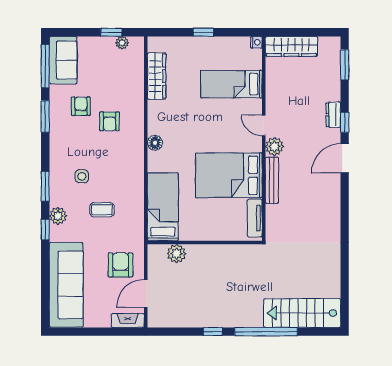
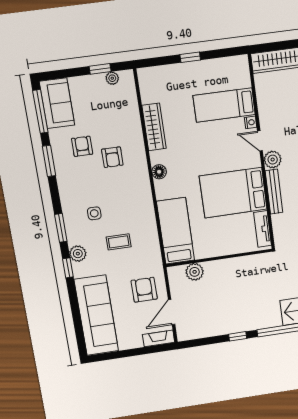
nightstand: (256, 42) -> (251, 122), moved
wardrobe: (157, 76) -> (154, 127), moved

